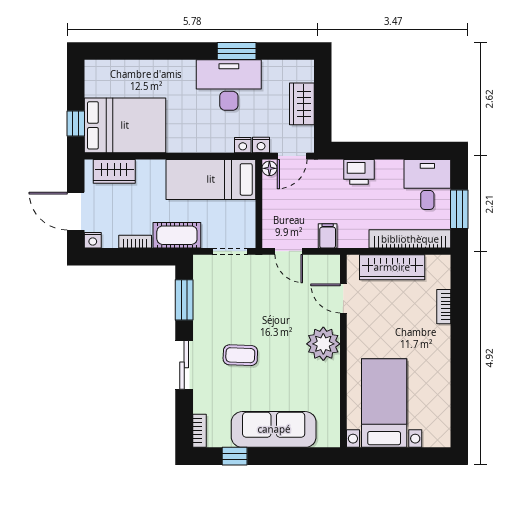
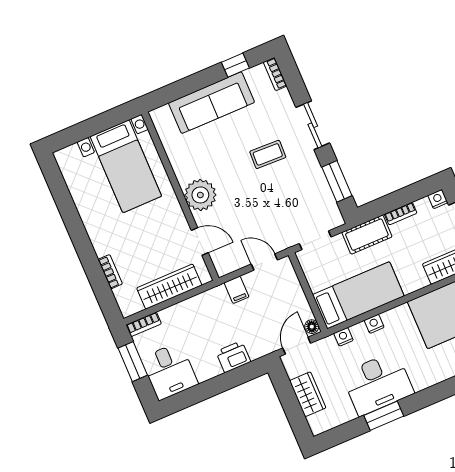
nightstand: (261, 145) -> (374, 324), moved
bookcase: (410, 239) -> (144, 324), width x0.43, depth x0.76

